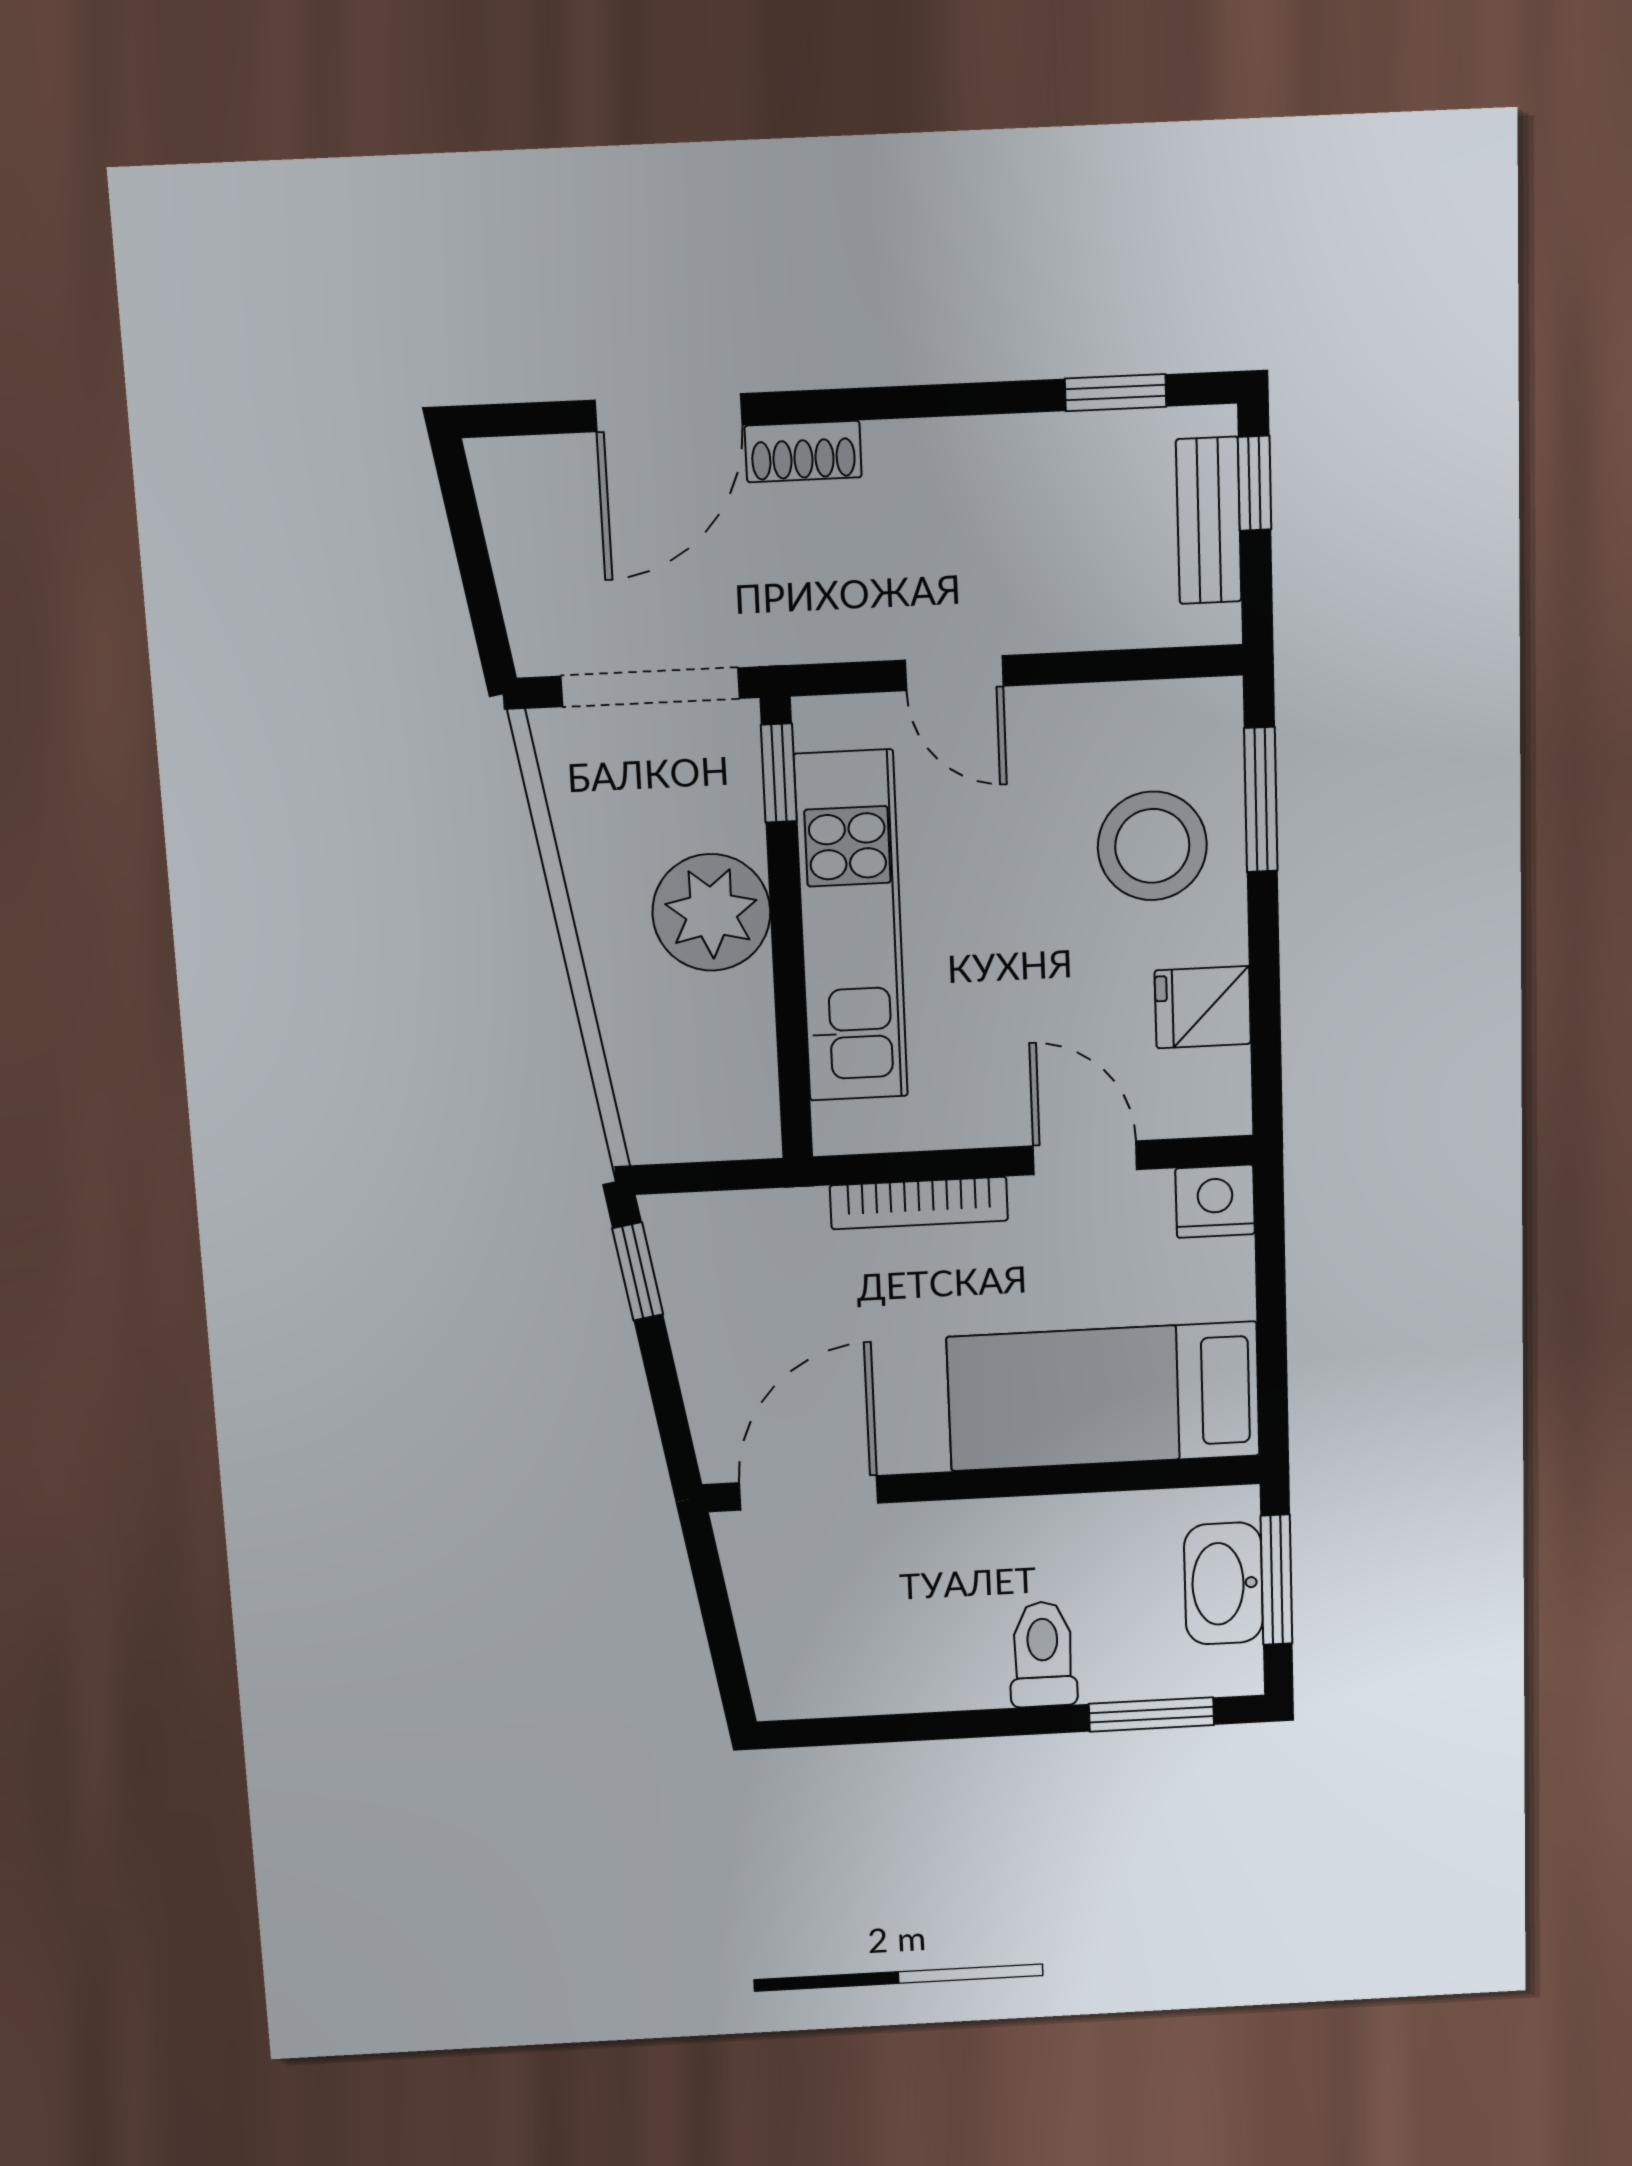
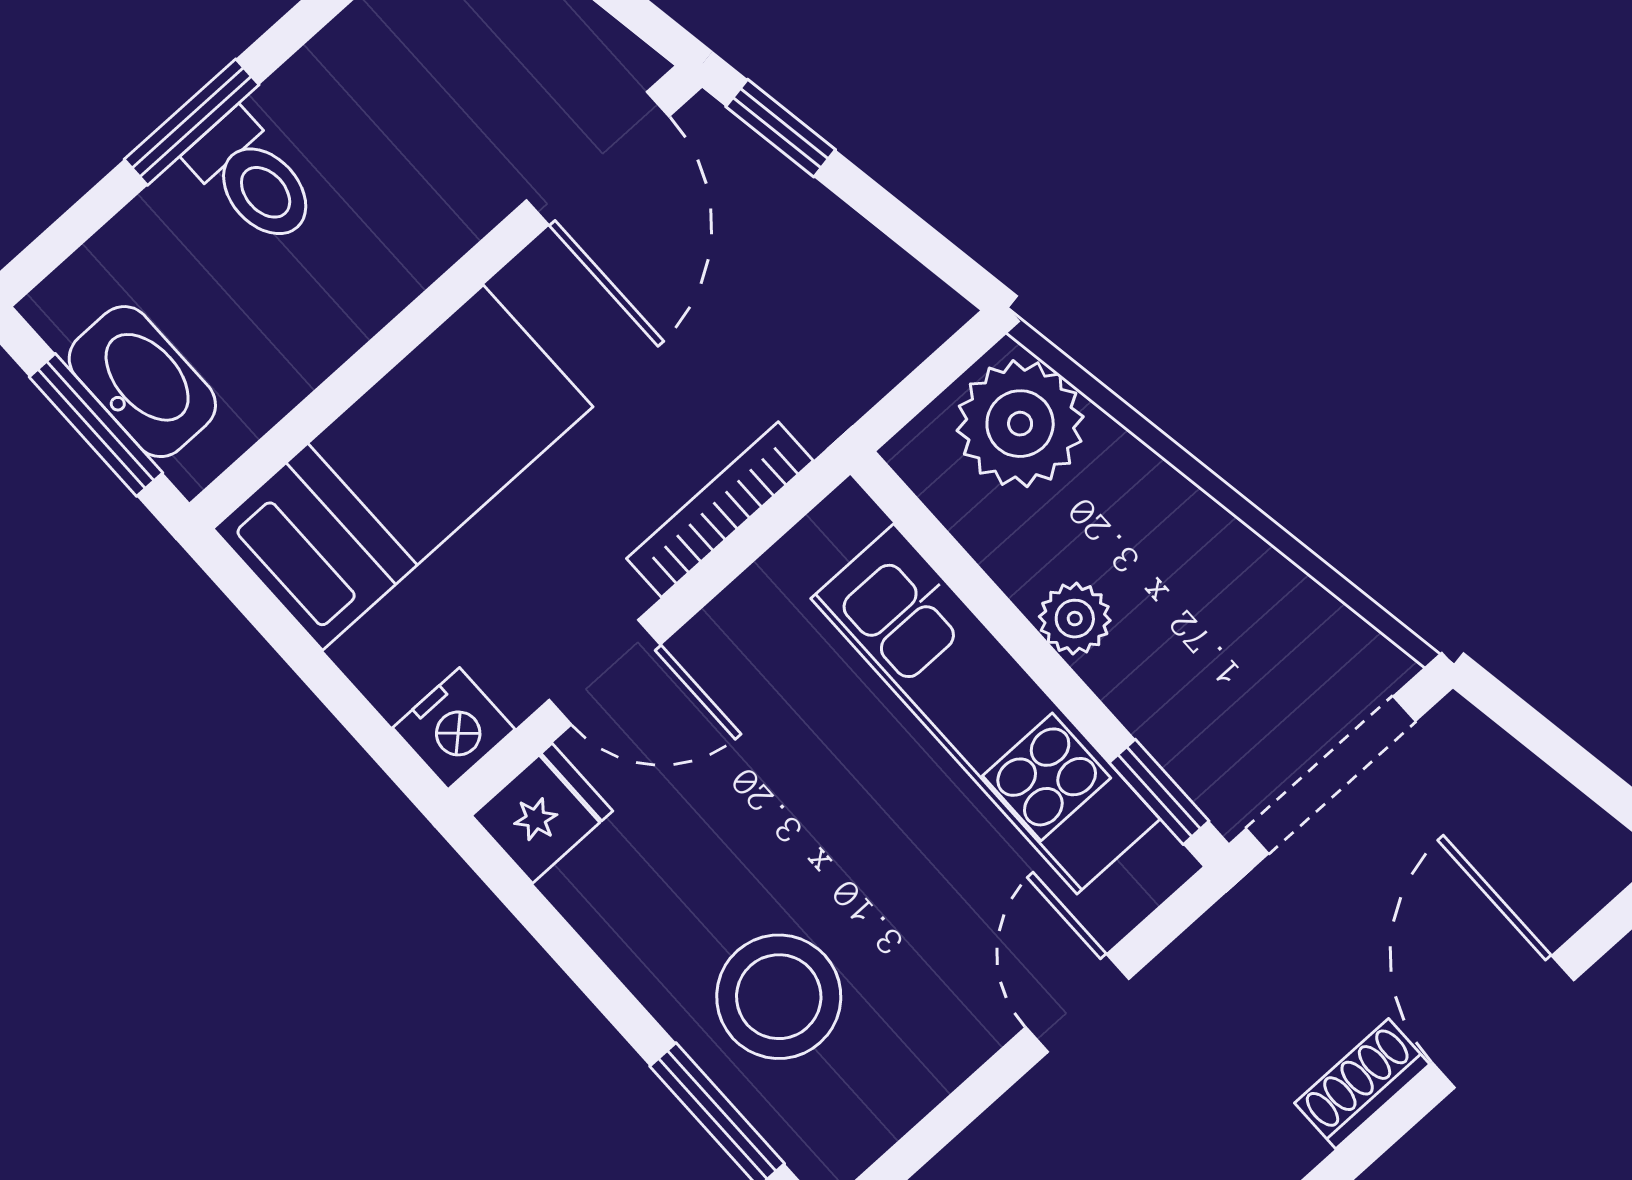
door: (954, 673) -> (1077, 1003), hinge flipped
plant: (711, 912) -> (1075, 619), width x0.53, depth x0.53
fridge: (1203, 1007) -> (542, 813), moved
plant: (670, 1099) -> (1020, 424), added
window: (638, 1271) -> (781, 128), moved
window: (1151, 1714) -> (192, 122), moved

